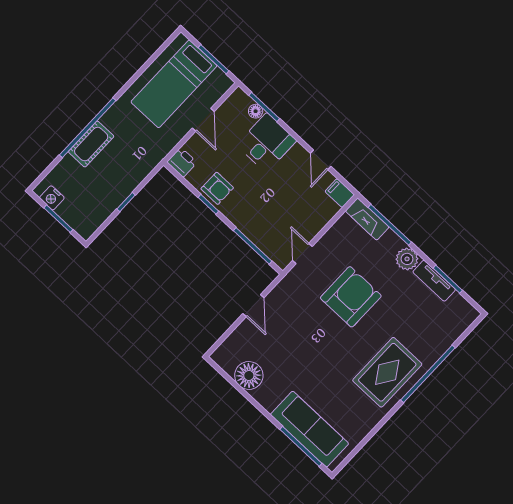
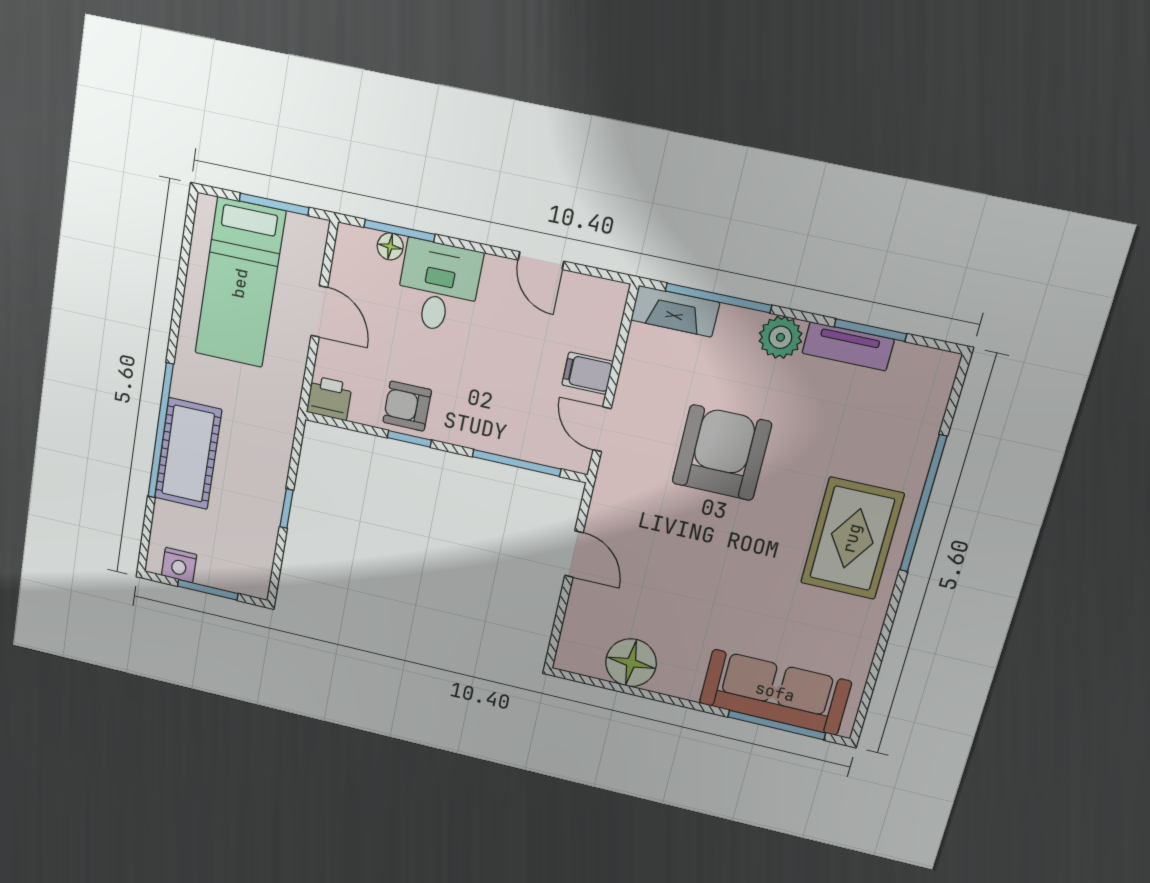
cot: (91, 144) -> (188, 454), width x1.37, depth x1.34
armchair: (217, 188) -> (407, 406), turned 180
filing cabinet: (340, 193) -> (587, 373), moved

